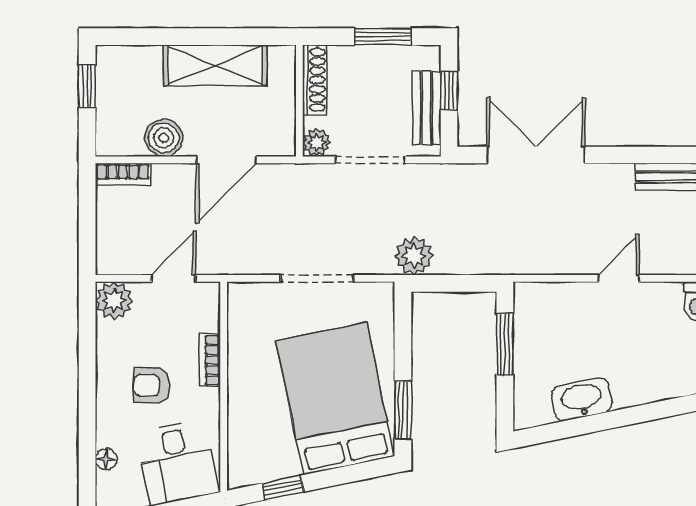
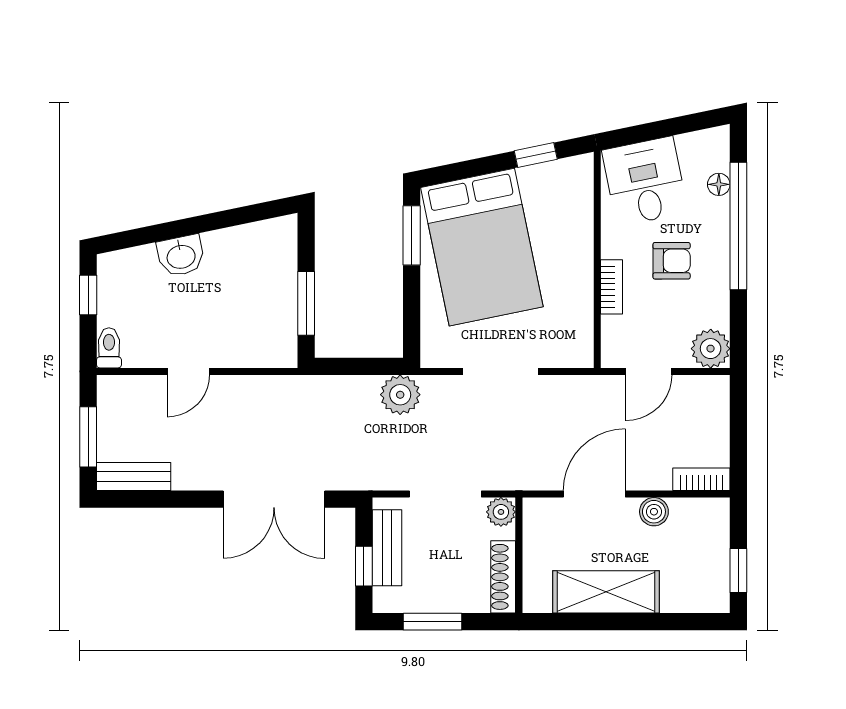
boiler: (164, 138) -> (654, 512), width x0.73, depth x0.73
washbasin: (582, 399) -> (181, 256), moved, width x0.72
window: (87, 419) -> (738, 226), added

